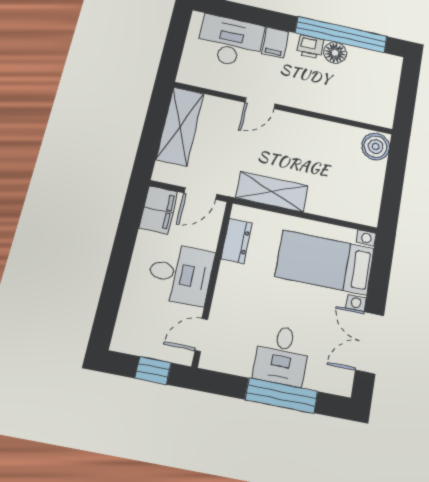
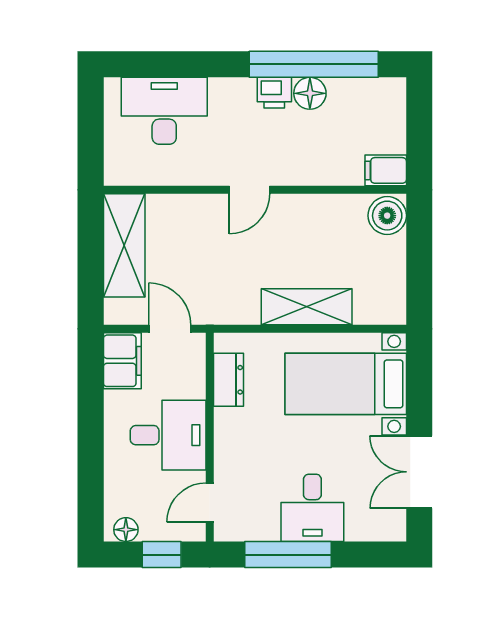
filing cabinet: (275, 43) -> (386, 170), moved, turned 90
door: (260, 103) -> (250, 190), moved
shelving: (272, 192) -> (307, 307), moved
door: (200, 194) -> (170, 329), swing flipped
floor lamp: (129, 344) -> (126, 530), added
window: (281, 396) -> (288, 555), moved

